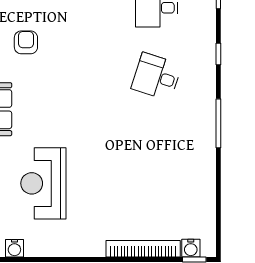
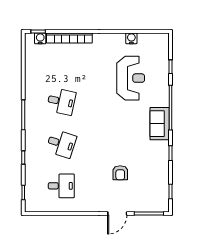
armchair: (26, 42) -> (120, 173), moved
desk: (156, 145) -> (61, 101), added
water cooler: (14, 248) -> (131, 38), moved

